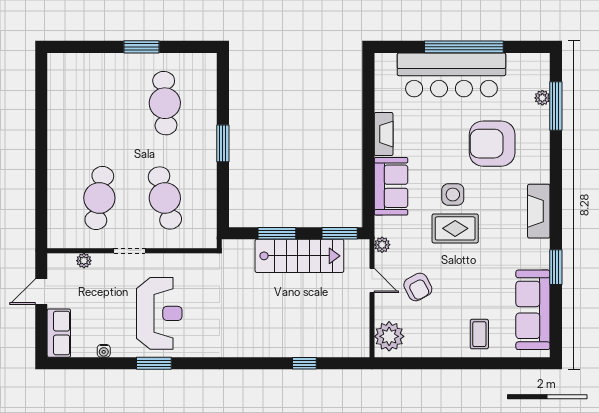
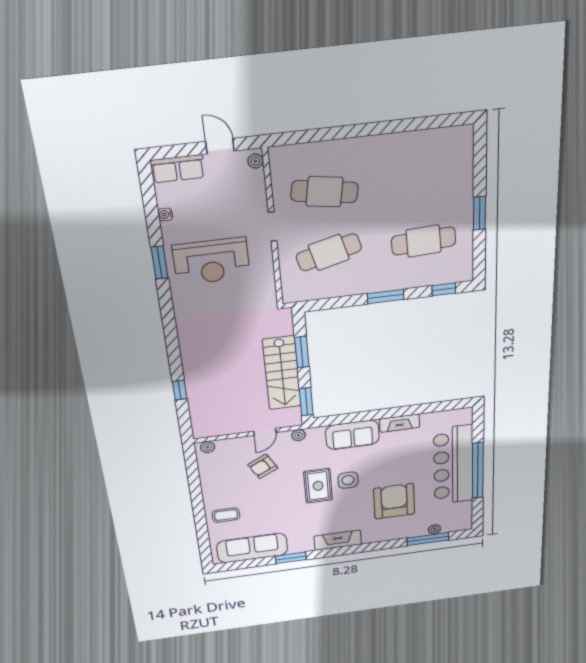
window: (223, 83) -> (444, 289), added
plant: (84, 261) -> (255, 161), moved
plant: (389, 336) -> (208, 447), width x0.53, depth x0.53

